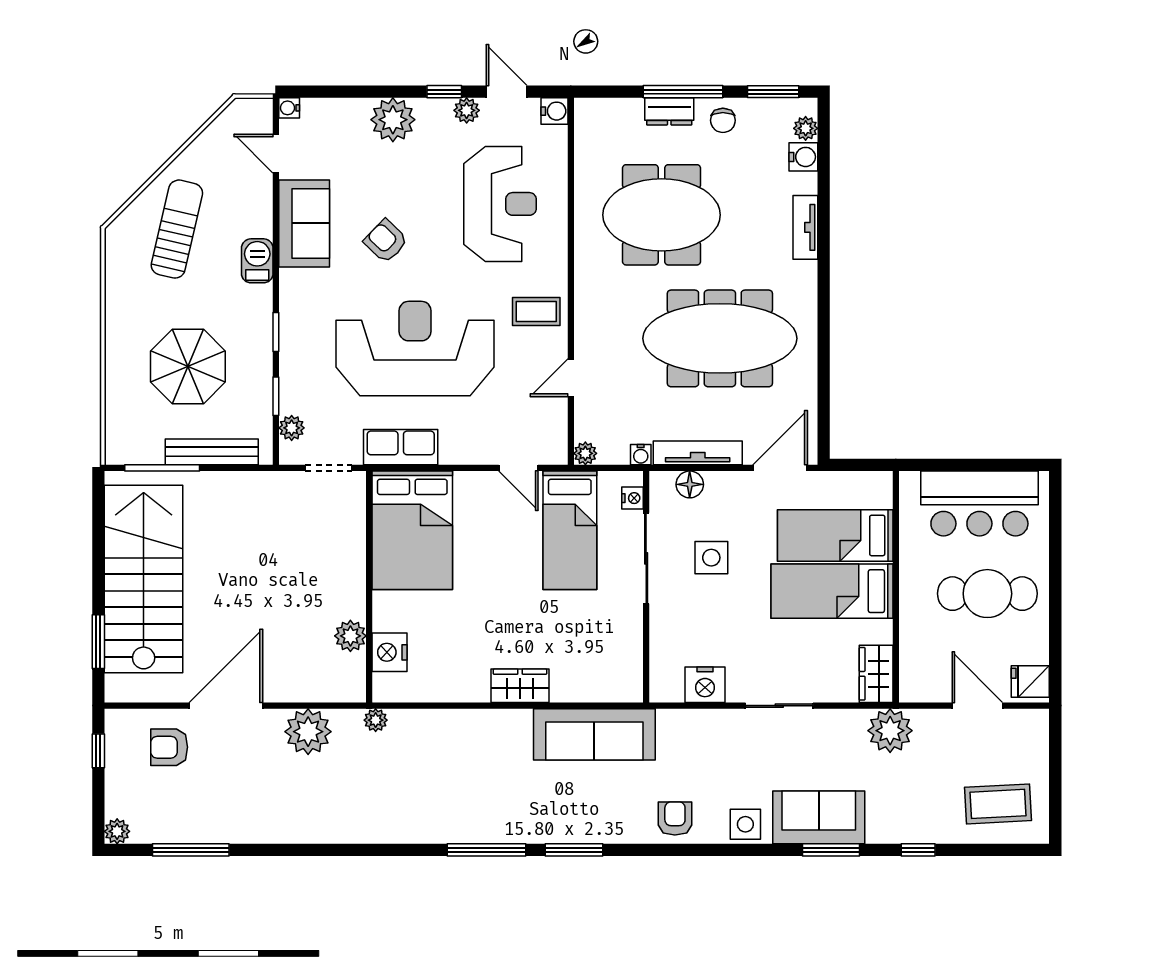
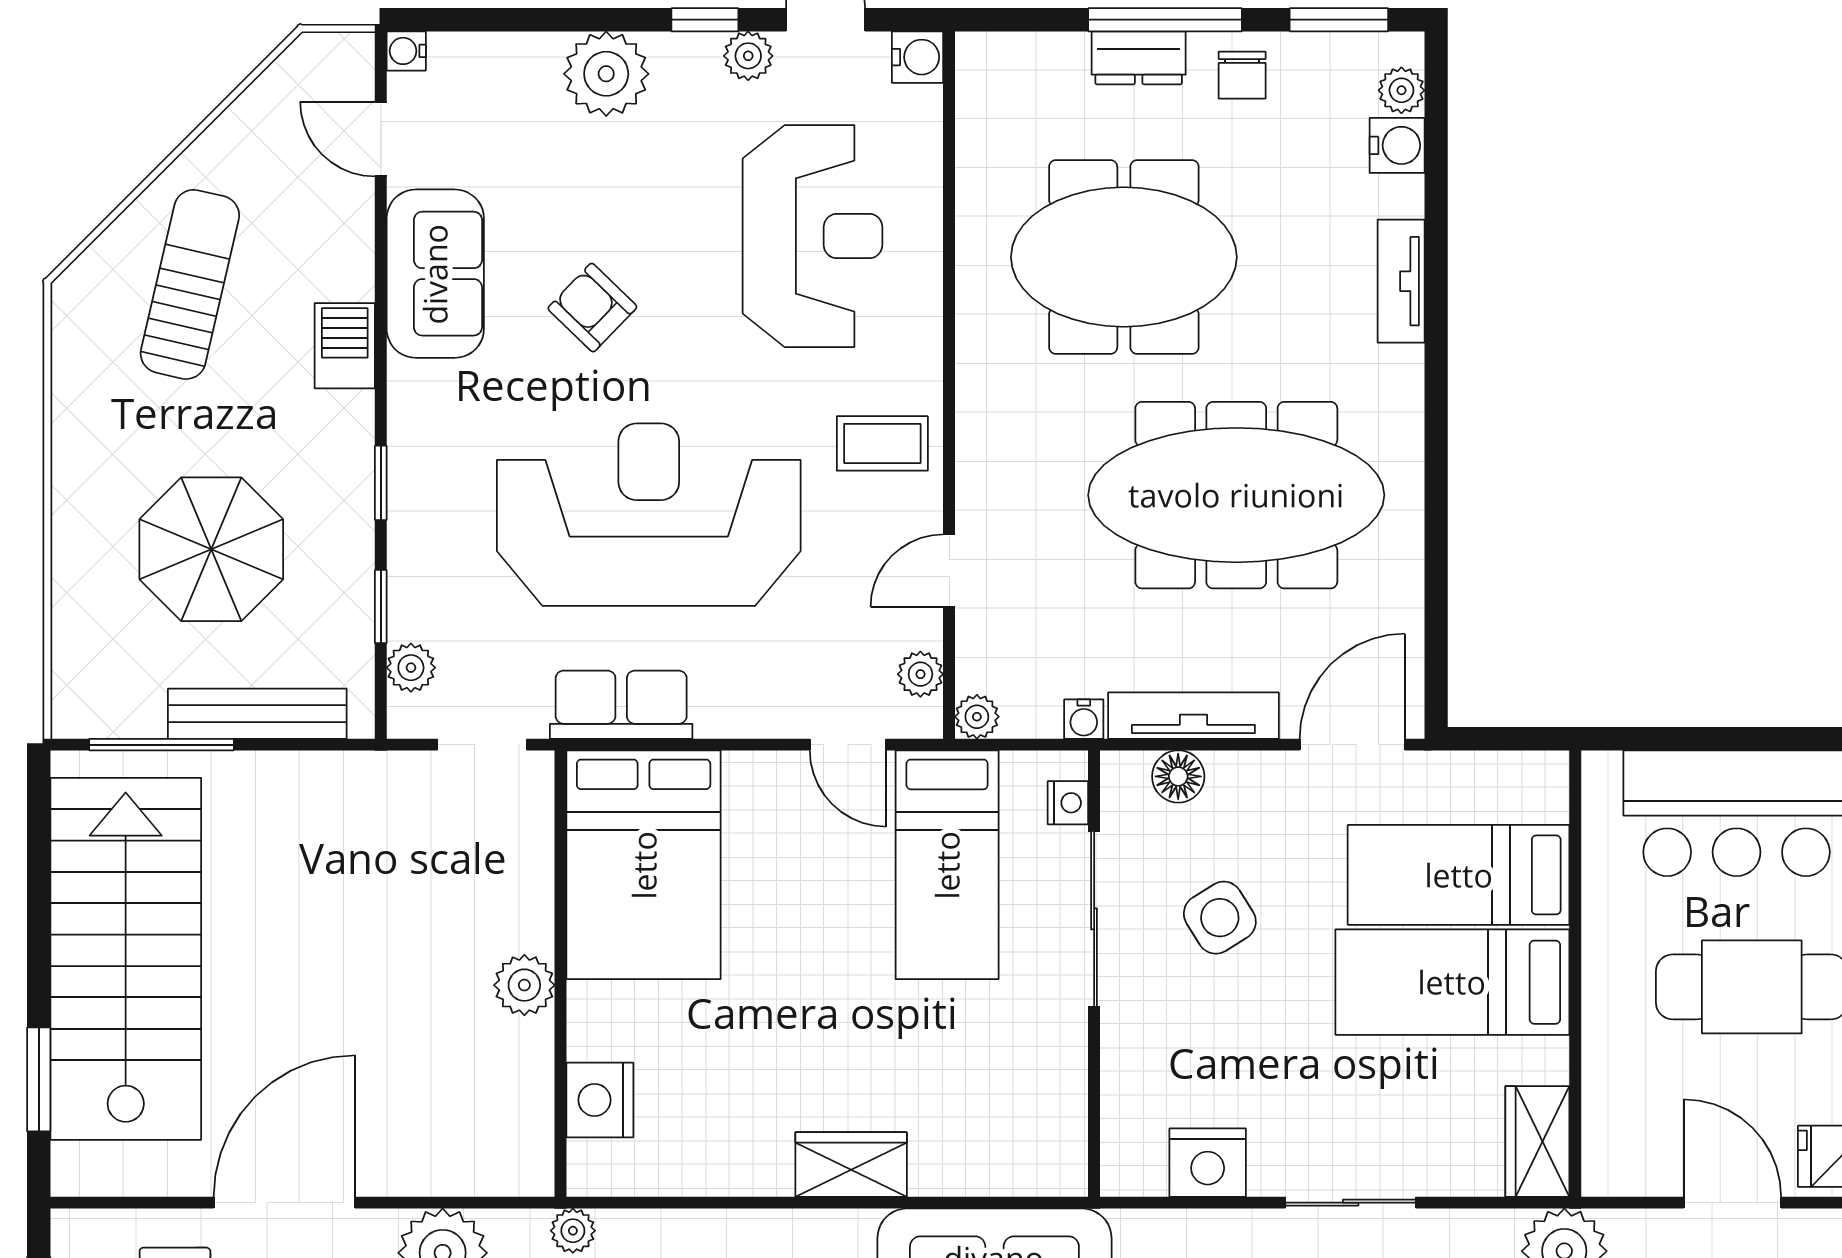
plant: (556, 431) -> (920, 674), added
side table: (711, 558) -> (1220, 918), turned -32
plant: (350, 636) -> (524, 985), moved

